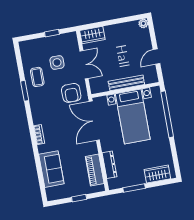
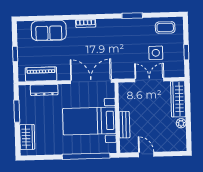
plant: (143, 23) -> (181, 123), moved
wardrobe: (92, 35) -> (178, 99), width x1.50
double door: (84, 65) -> (149, 80), swing flipped
coffee table: (37, 77) -> (165, 27), moved
bench: (126, 83) -> (124, 125), width x0.73
armchair: (71, 93) -> (123, 62), removed

